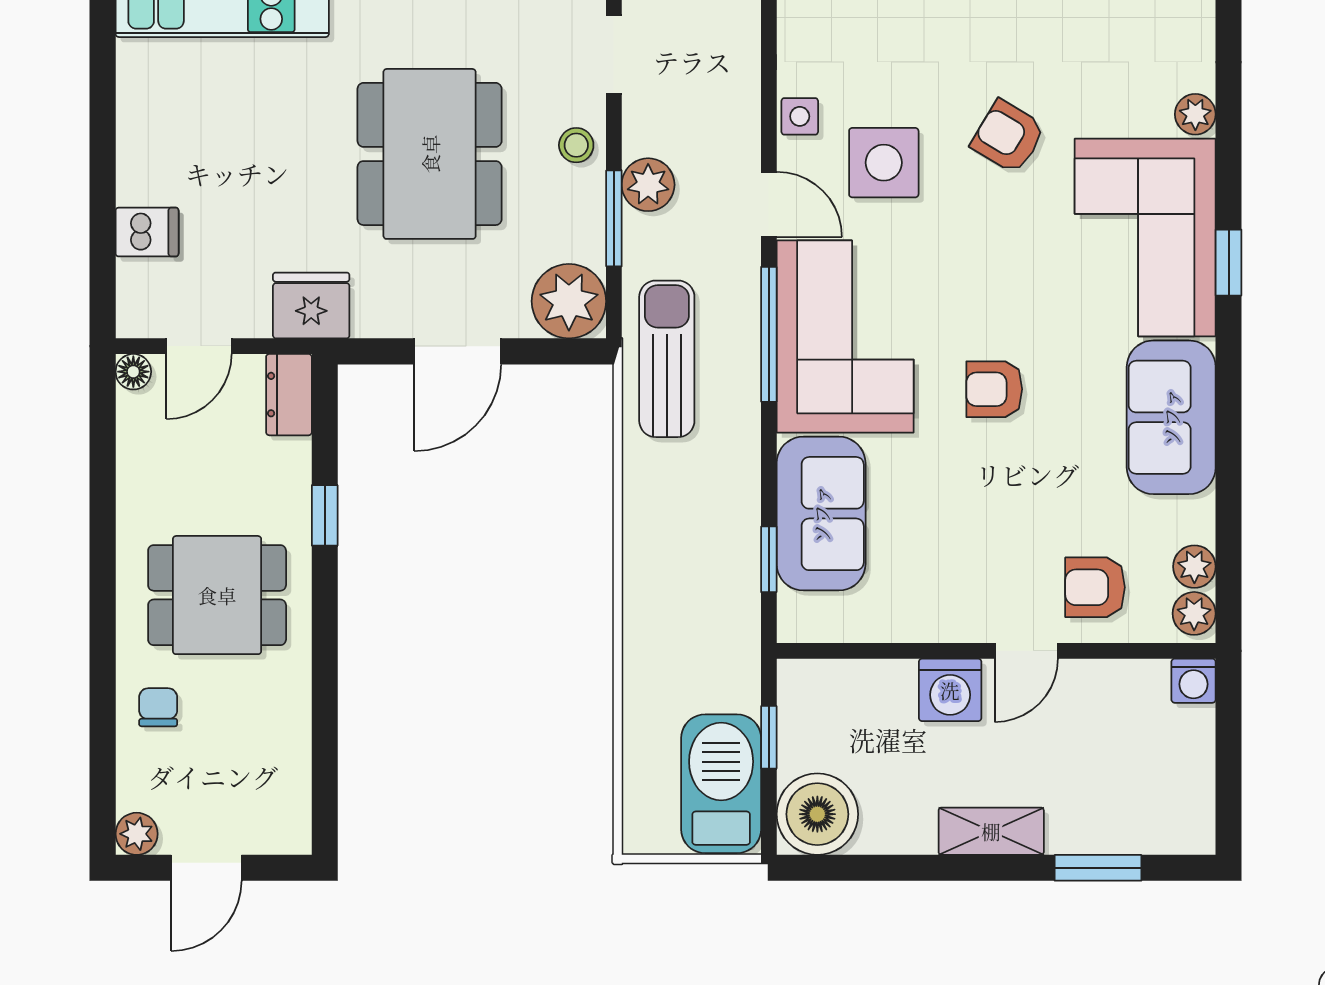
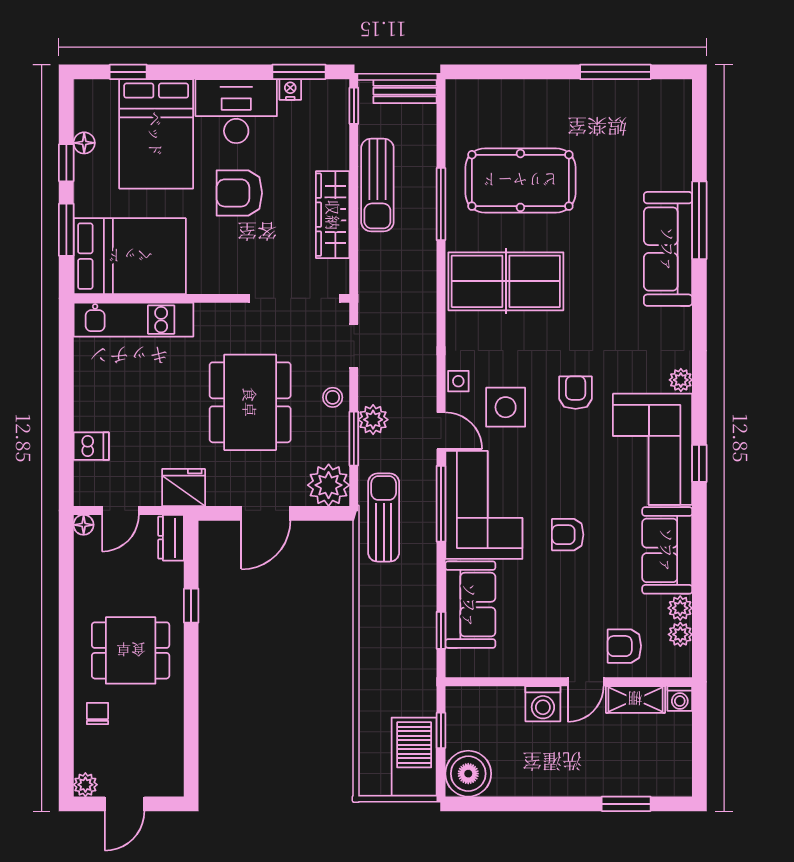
armchair: (1008, 137) -> (576, 393), turned 59
plant: (1194, 613) -> (680, 608), moved
shelving: (991, 831) -> (635, 699), moved

